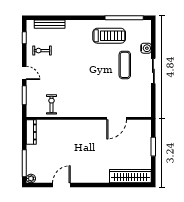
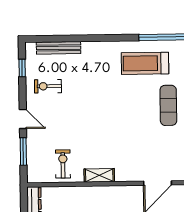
treadmill: (109, 36) -> (145, 63), turned 180
shelving: (76, 113) -> (99, 175), added

